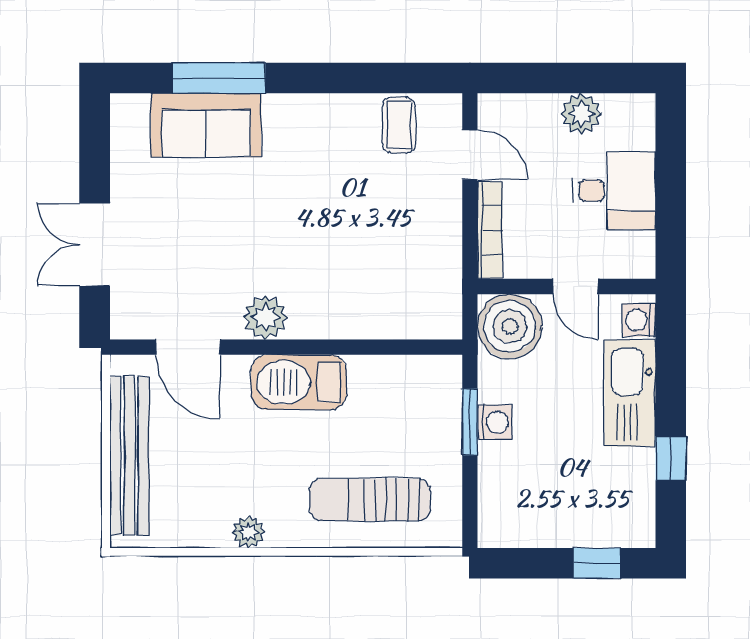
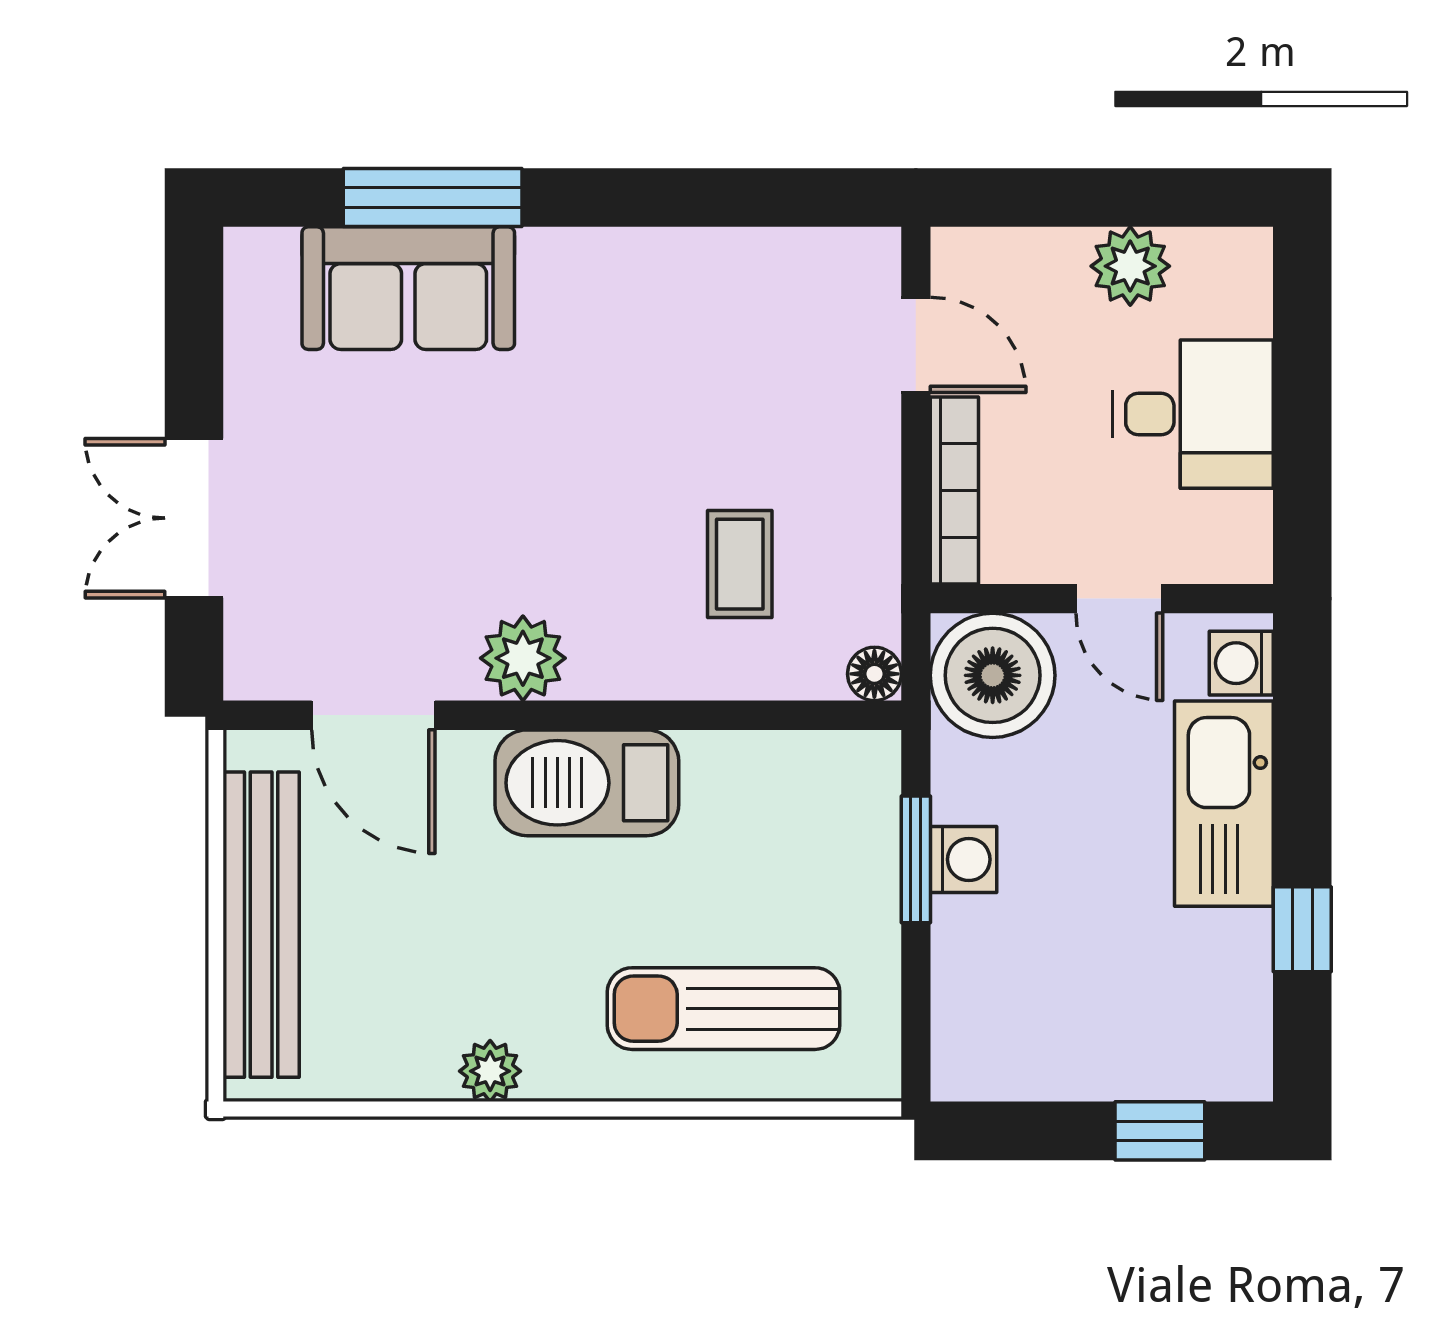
coffee table: (399, 125) -> (740, 564), moved
floor lamp: (448, 326) -> (874, 674), added

